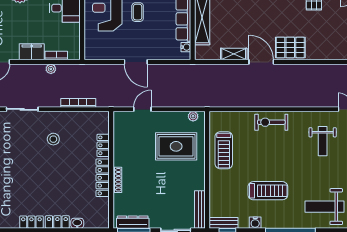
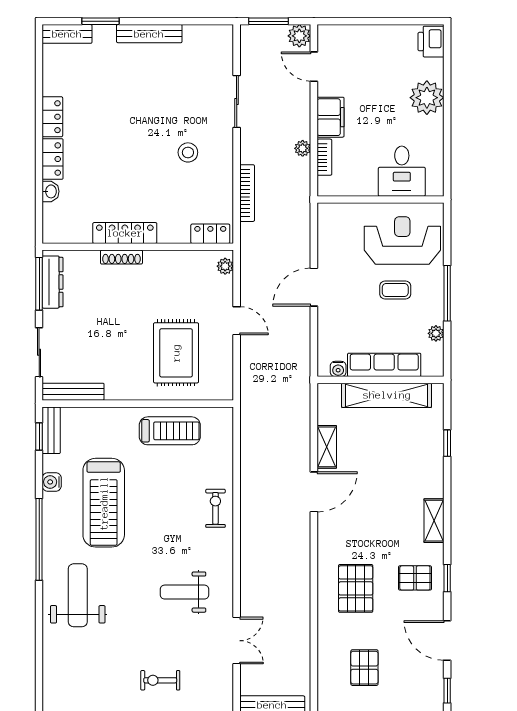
pallet: (290, 47) -> (356, 588), moved
door: (142, 109) -> (237, 321), moved
plant: (193, 116) -> (225, 266), moved
exercise bike: (271, 122) -> (215, 508), width x0.73, depth x0.72
locker: (103, 145) -> (210, 234), moved
treadmill: (224, 150) -> (170, 431), turned 180
treadmill: (268, 191) -> (104, 503), width x1.37, depth x1.38

